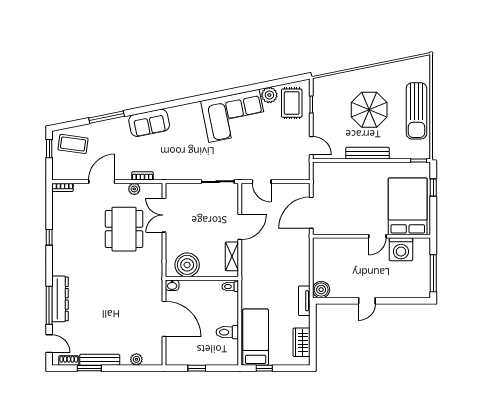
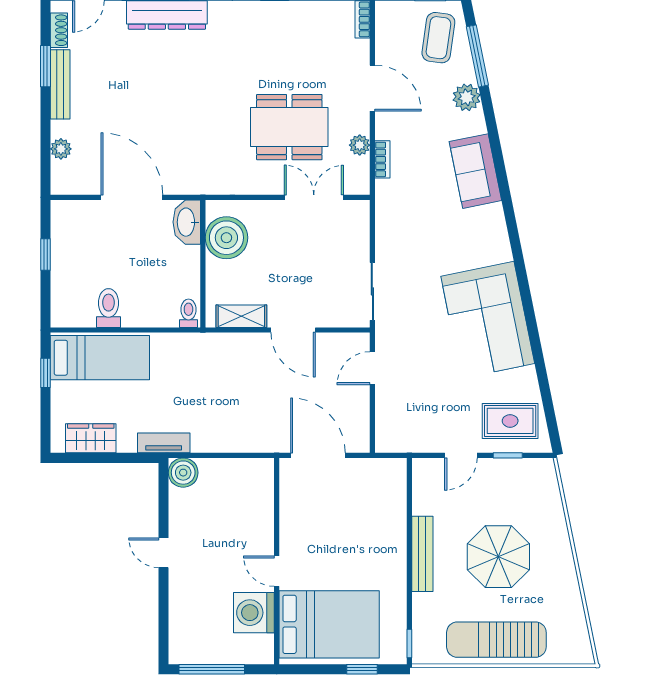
plant: (269, 95) -> (467, 97), moved
window: (107, 117) -> (477, 56), moved
door: (311, 146) -> (461, 455), moved
washbasin: (172, 285) -> (187, 222), width x1.91, depth x1.45
door: (164, 319) -> (132, 197), swing flipped

